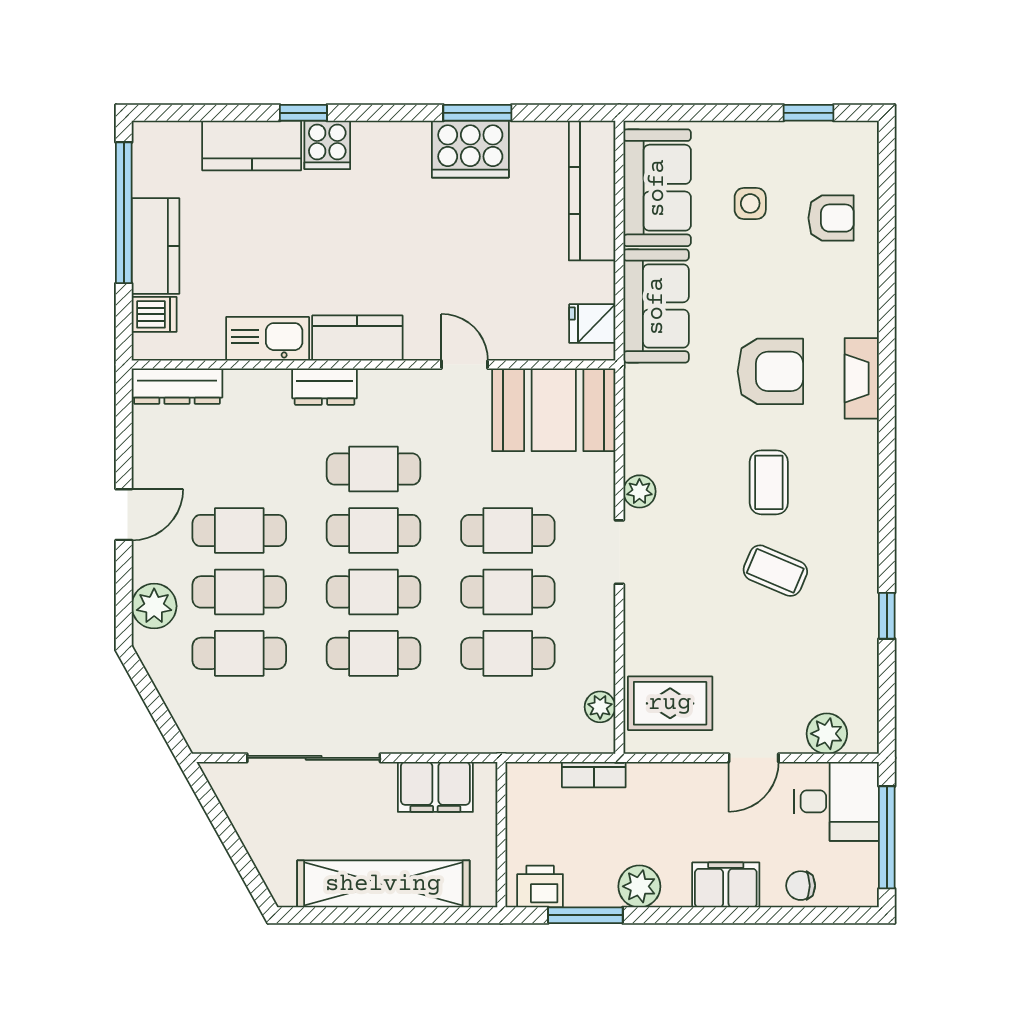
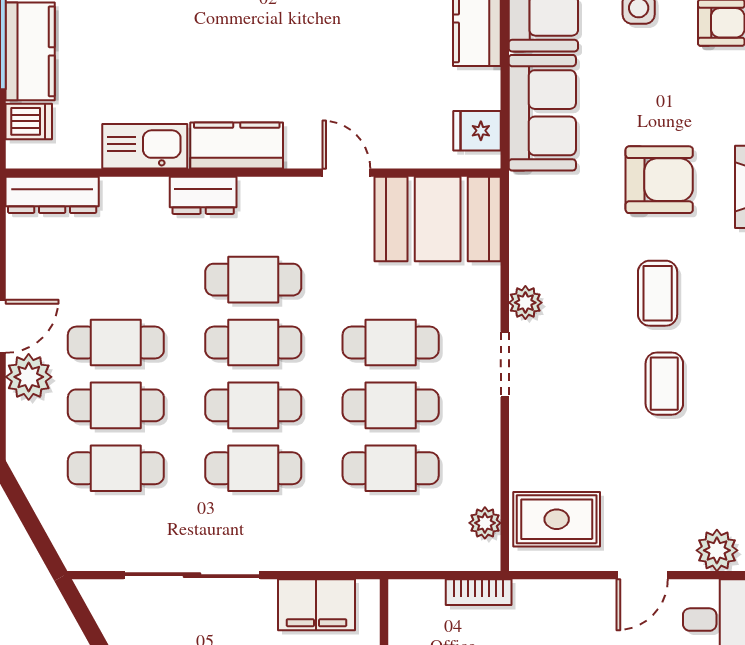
coffee table: (775, 571) -> (664, 384), turned 67
plant: (154, 606) -> (29, 377), moved

